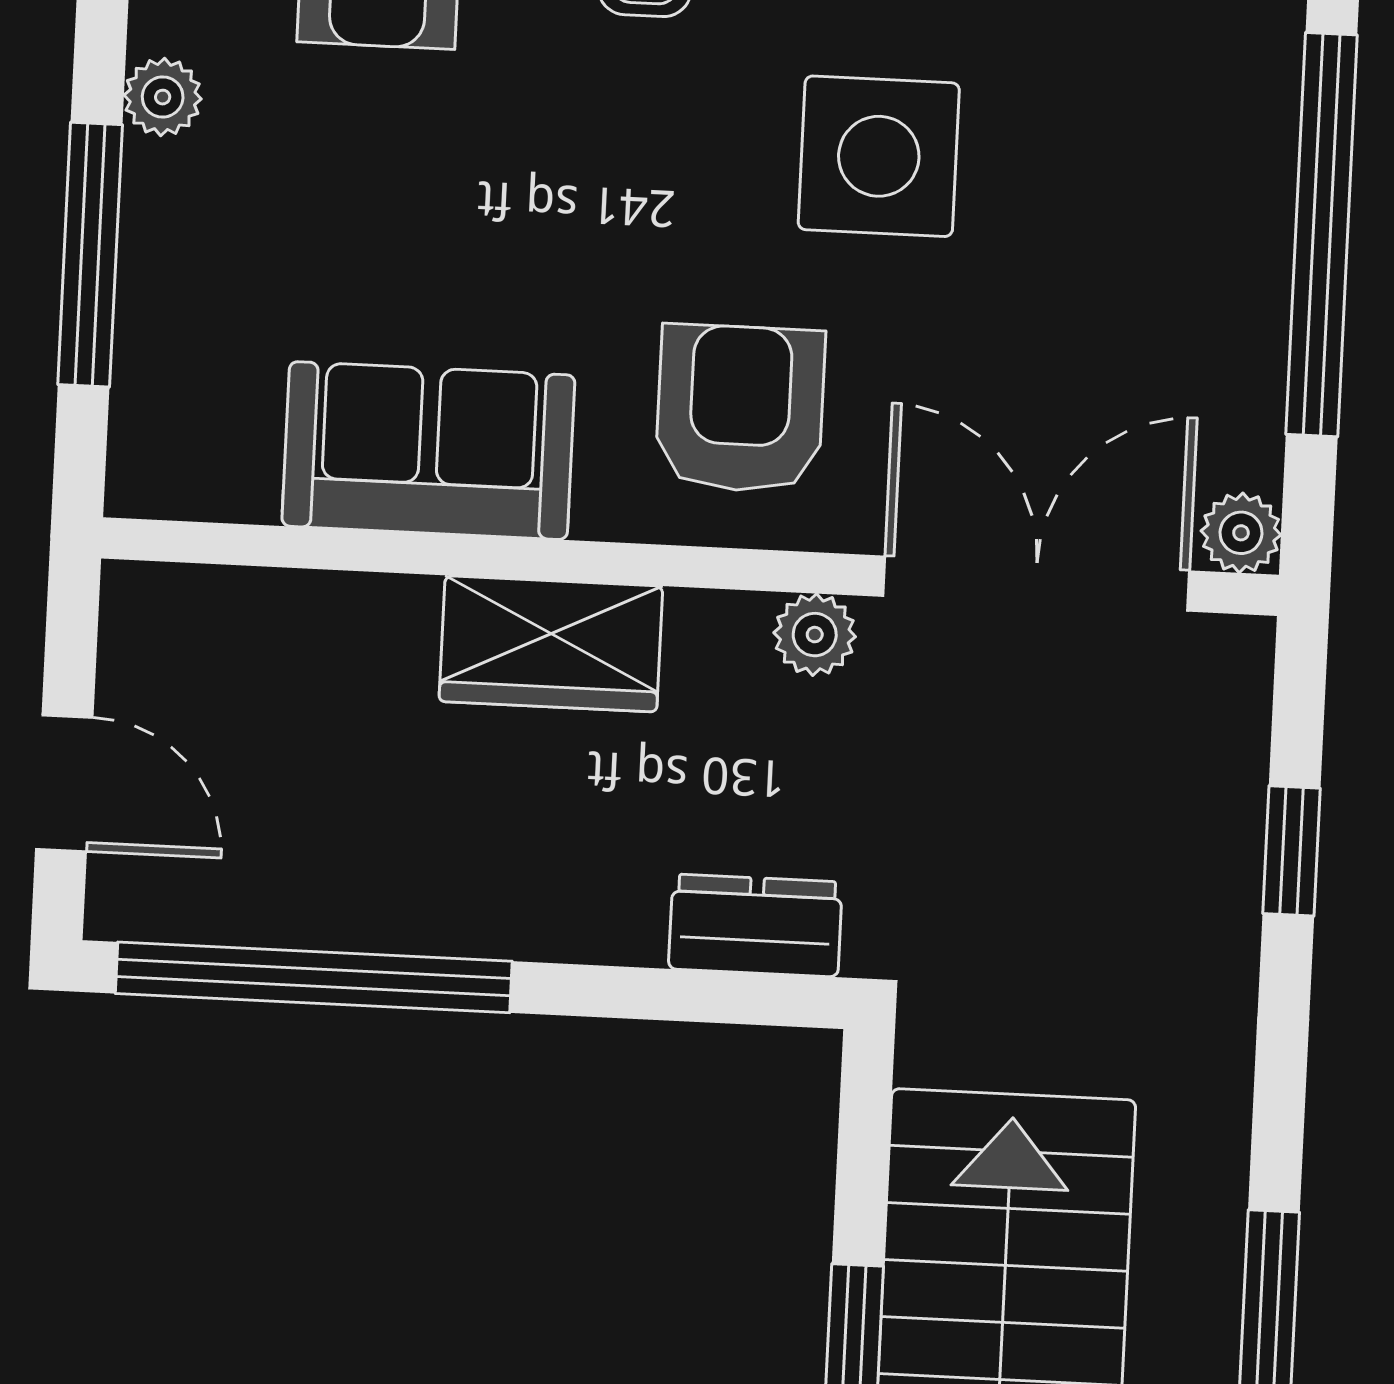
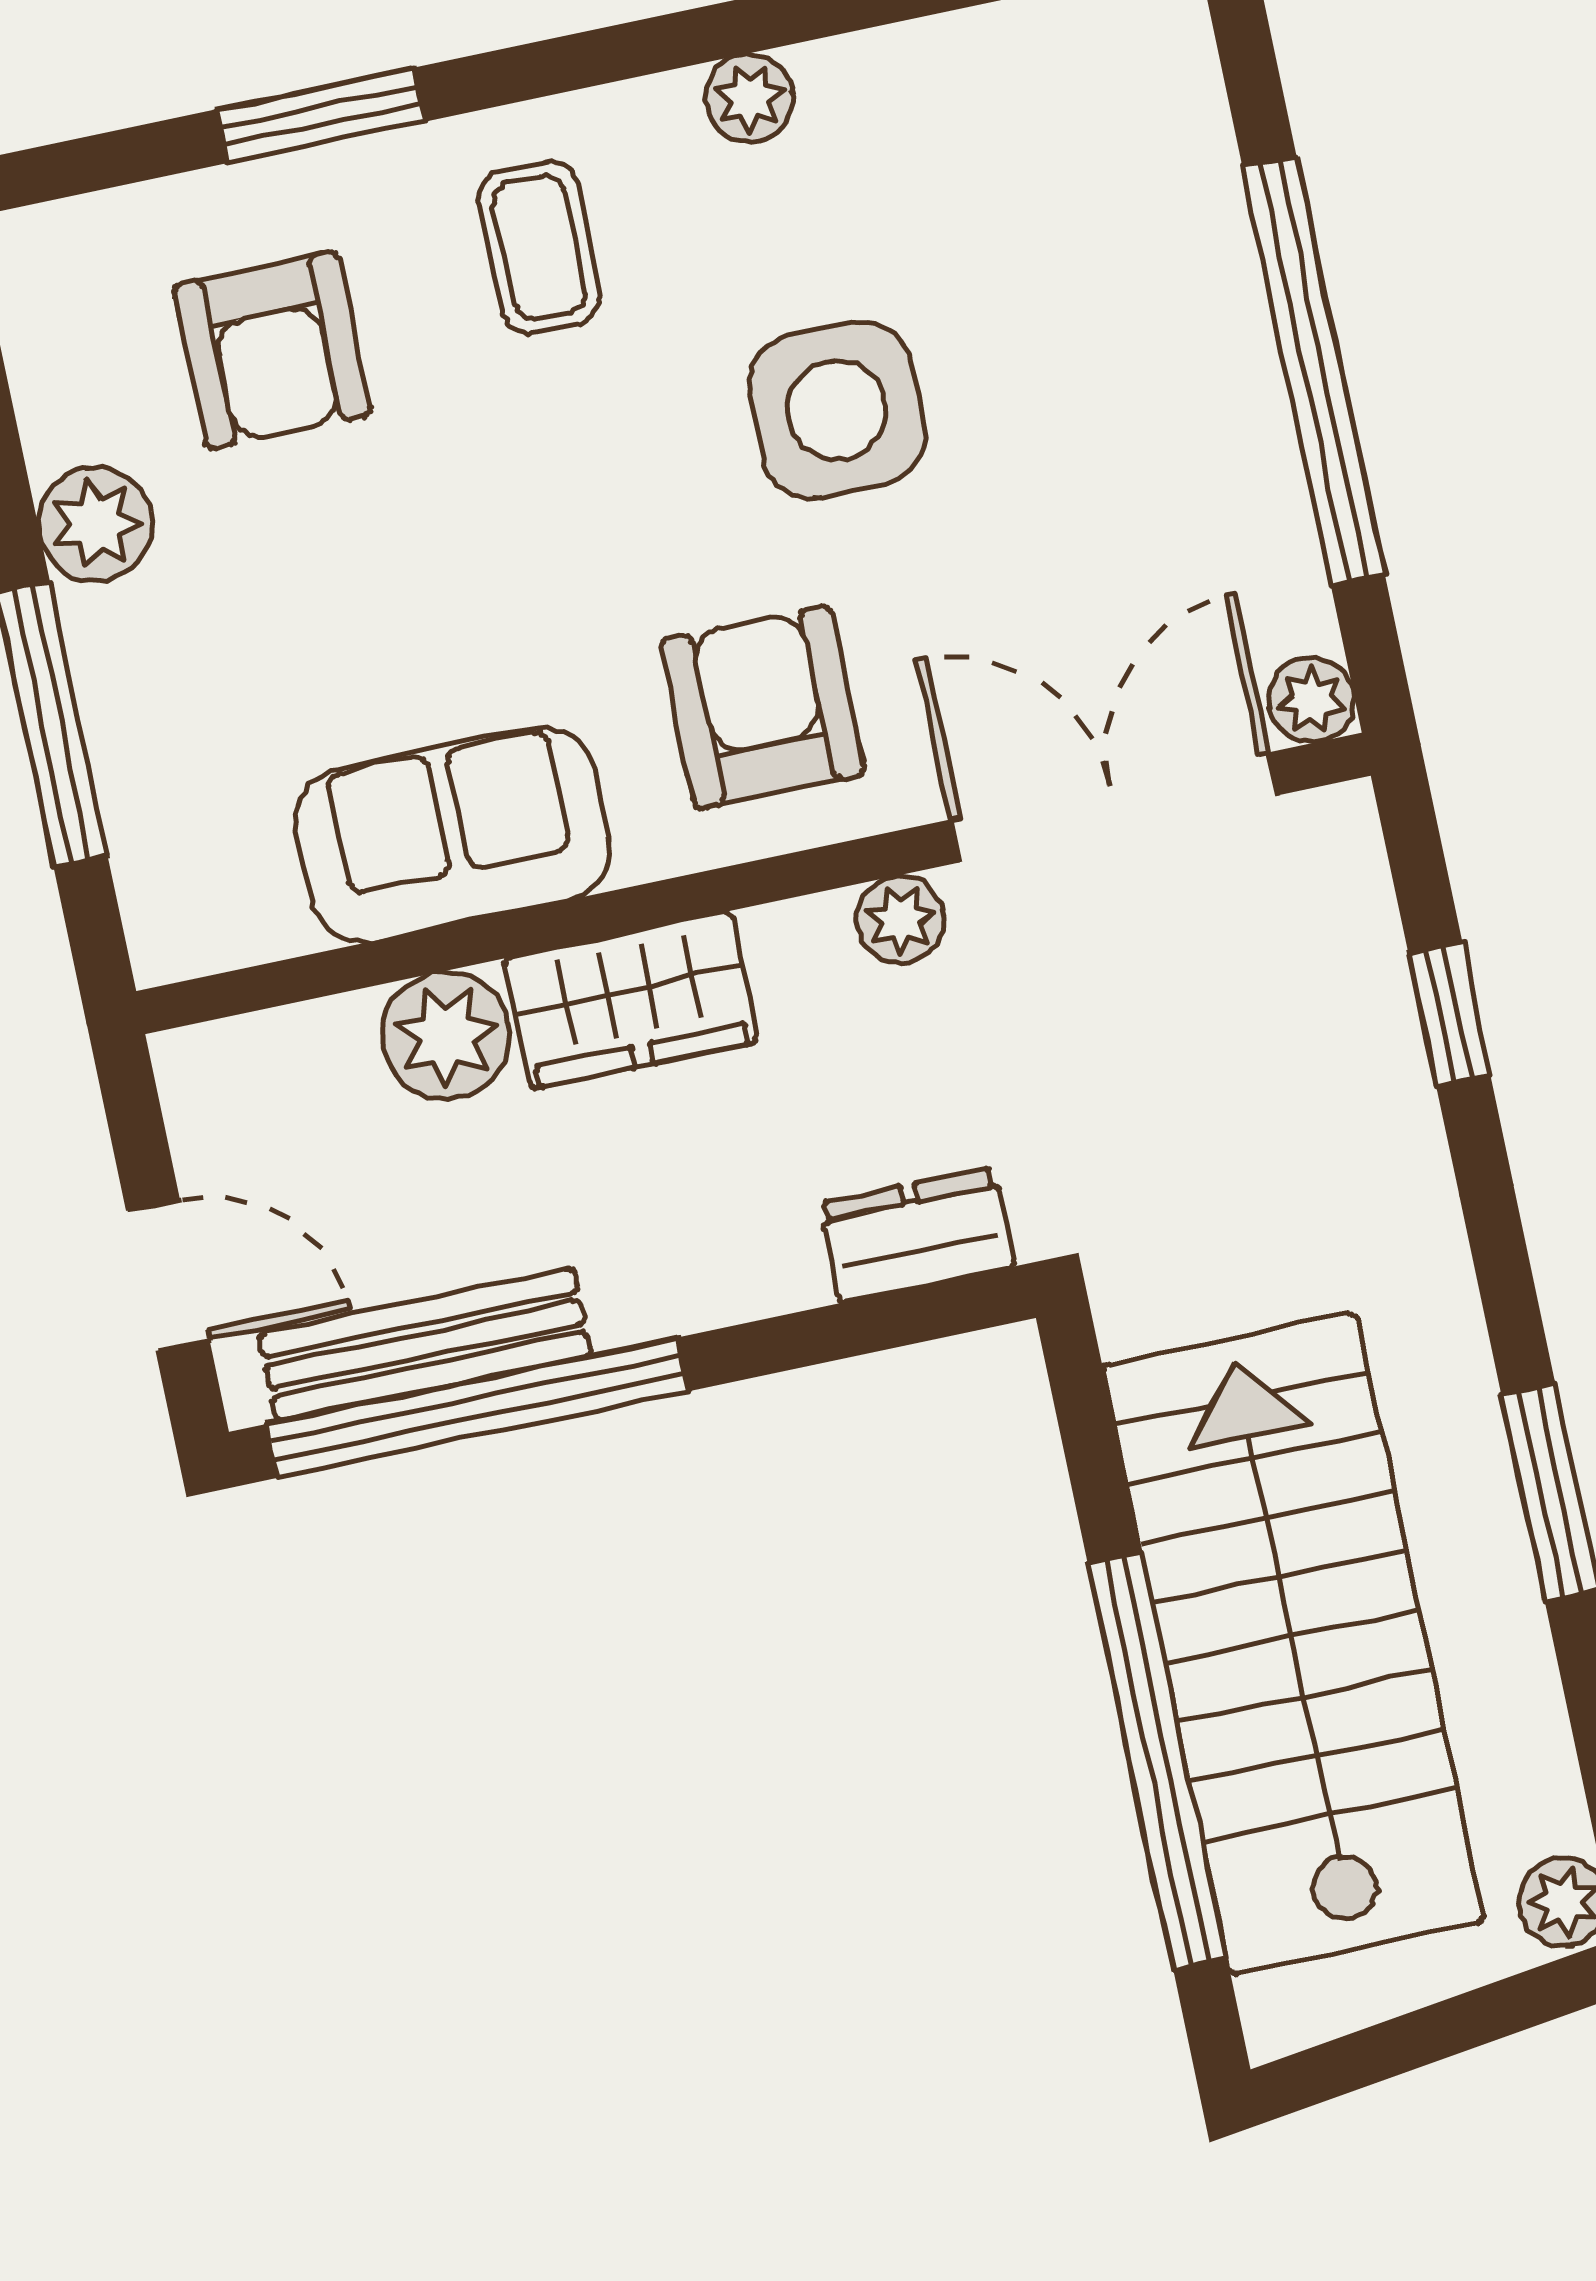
plant: (163, 97) -> (96, 524), width x1.38, depth x1.38
plant: (374, 632) -> (446, 1036), added
bench: (281, 908) -> (425, 1345), added

